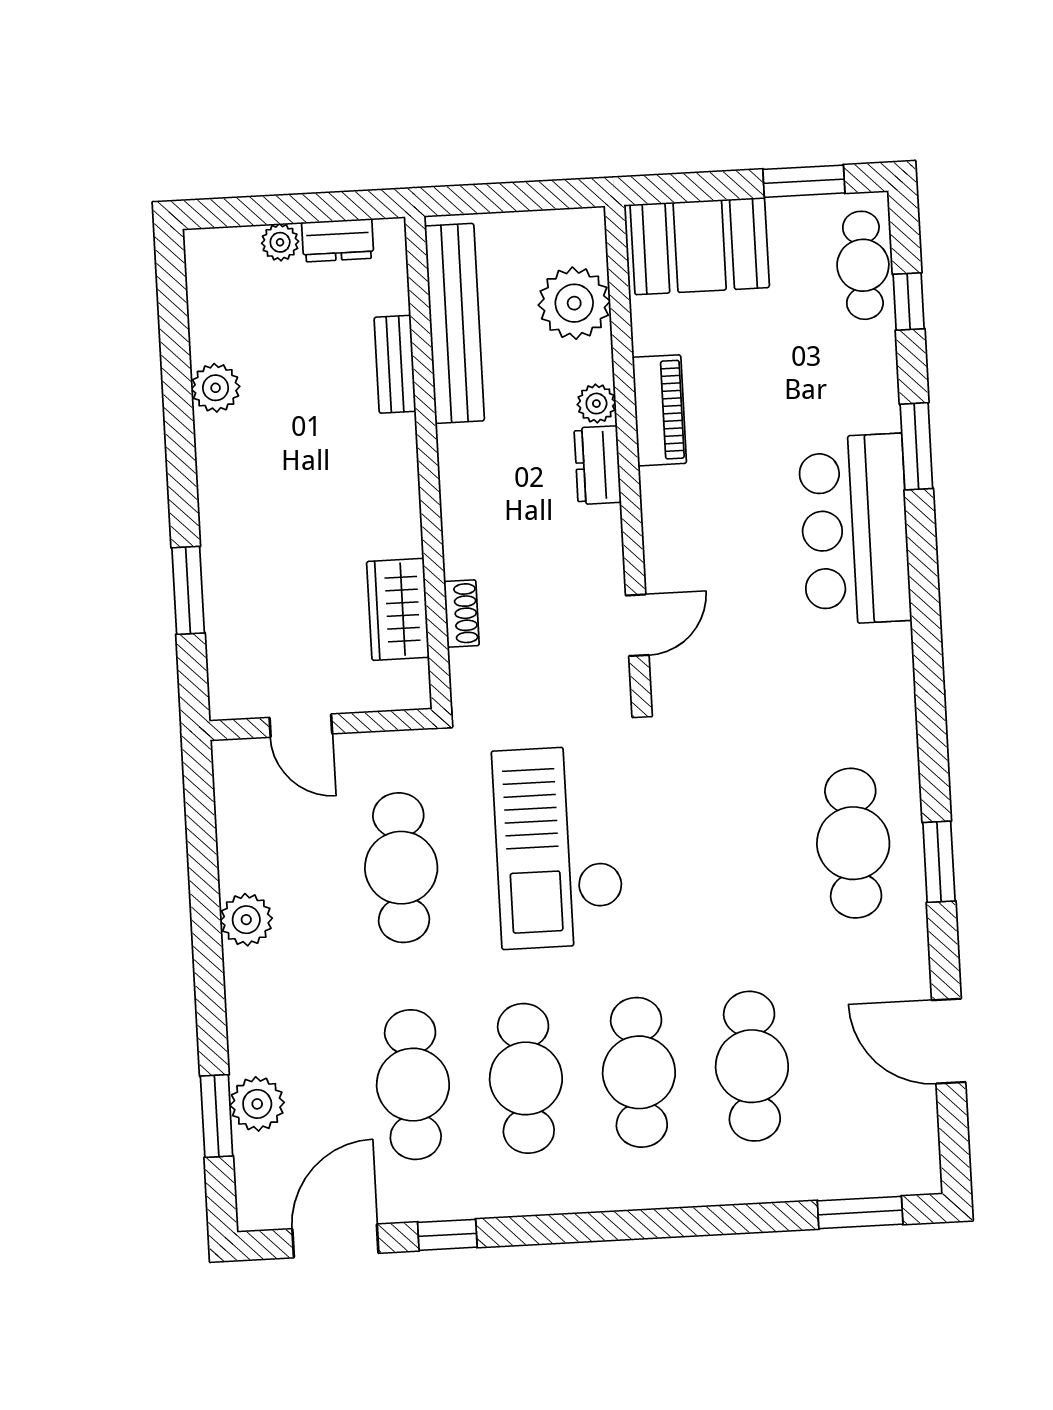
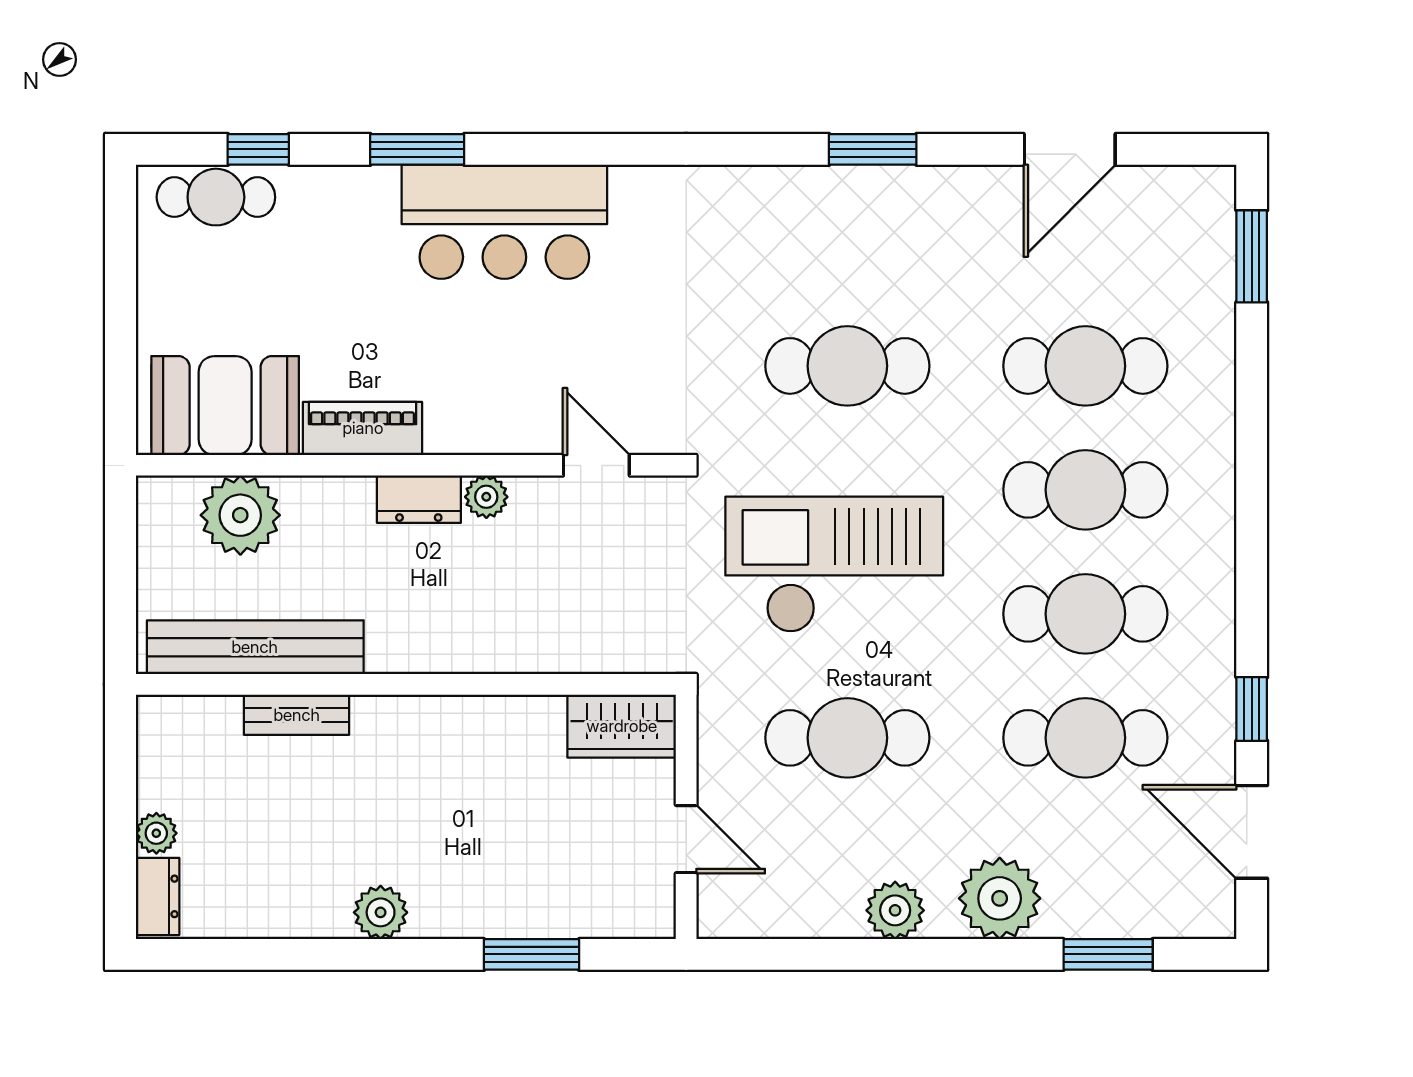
window: (804, 181) -> (121, 257), removed
dresser: (338, 240) -> (158, 896), moved
booth: (700, 246) -> (225, 406), moved, turned 90
plant: (216, 388) -> (381, 912), moved
plant: (596, 404) -> (486, 497), moved
wardrobe: (398, 609) -> (622, 726), moved
shoe rack: (462, 613) -> (573, 657), removed
door: (301, 726) -> (686, 839), hinge flipped
cafe table: (853, 843) -> (847, 366), moved
checkout: (558, 847) -> (834, 565), turned 180
plant: (257, 1104) -> (1000, 898), moved, width x1.36, depth x1.36

